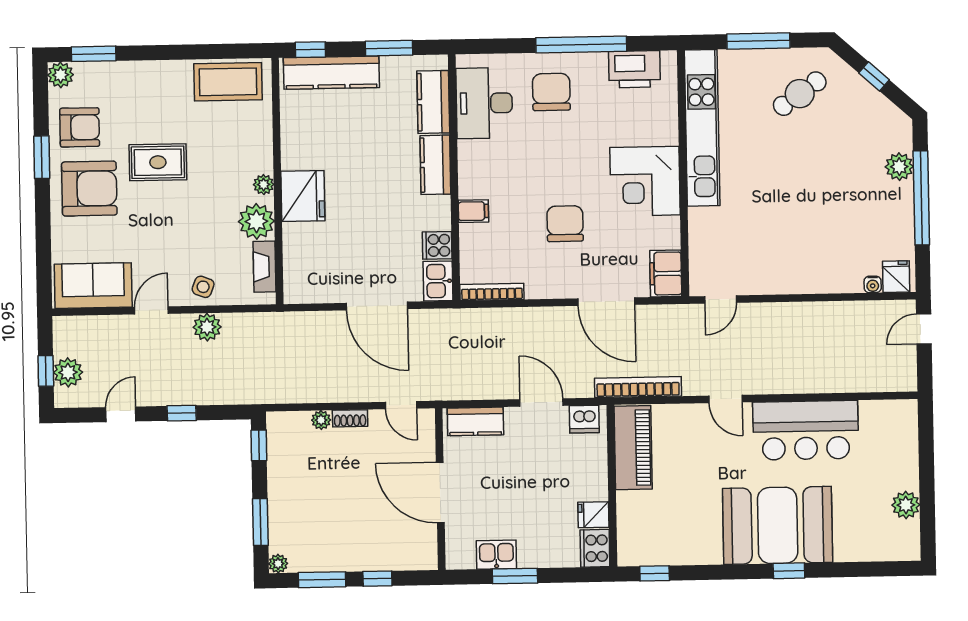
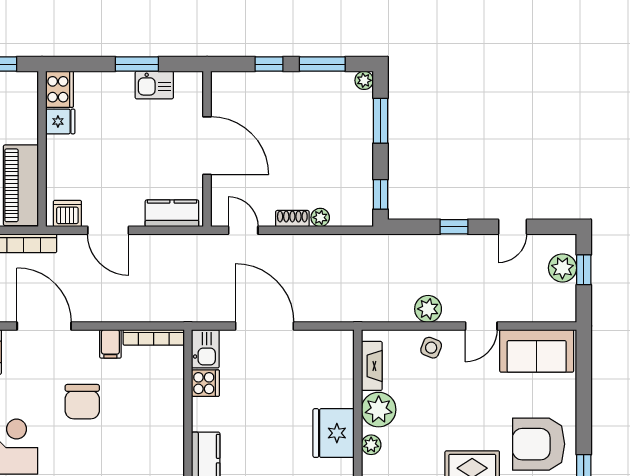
filing cabinet: (473, 211) -> (110, 344), moved, turned -90

